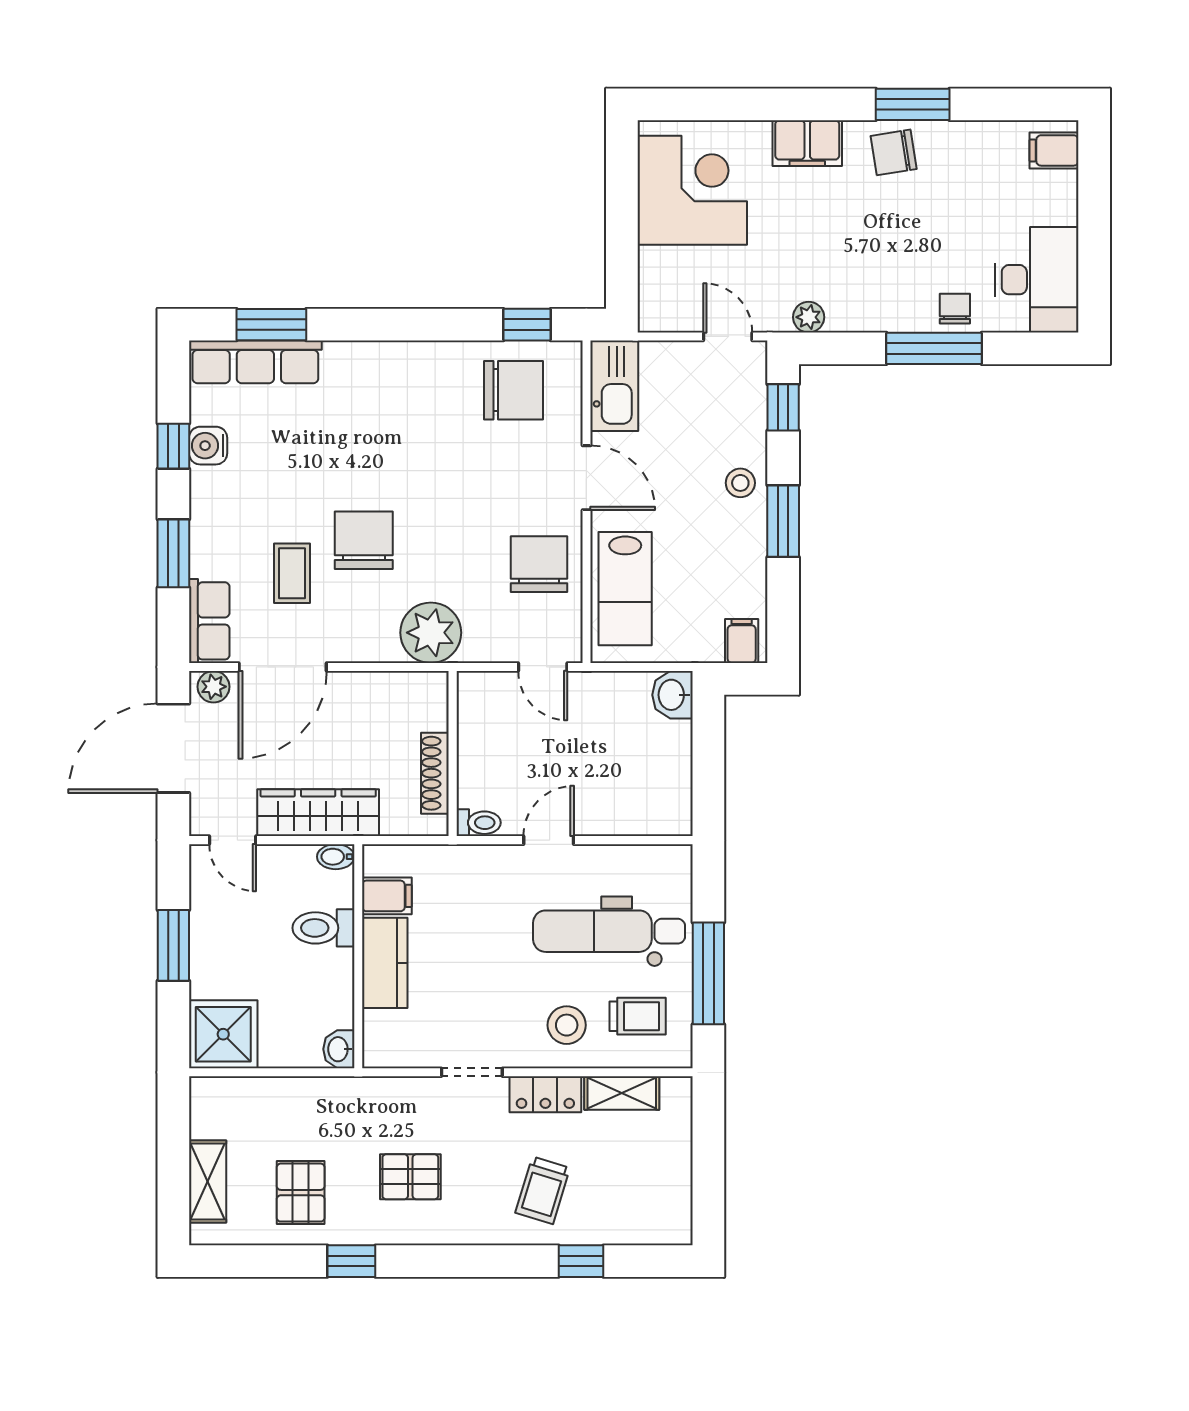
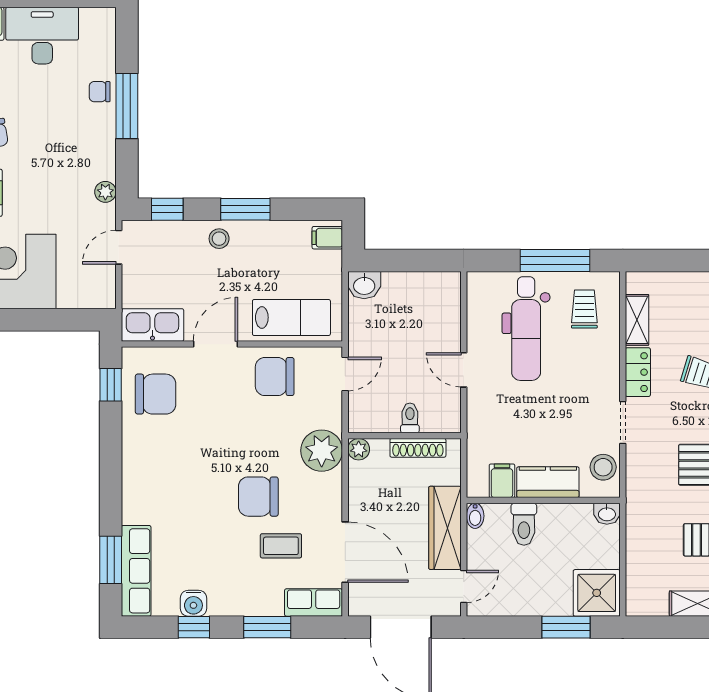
desk: (1037, 280) -> (42, 36), moved
chair: (513, 390) -> (156, 394), turned 90
plant: (214, 687) -> (359, 449), moved
toilet: (479, 823) -> (410, 418), moved
window: (173, 945) -> (566, 627), moved
stool: (567, 1025) -> (603, 467), moved

